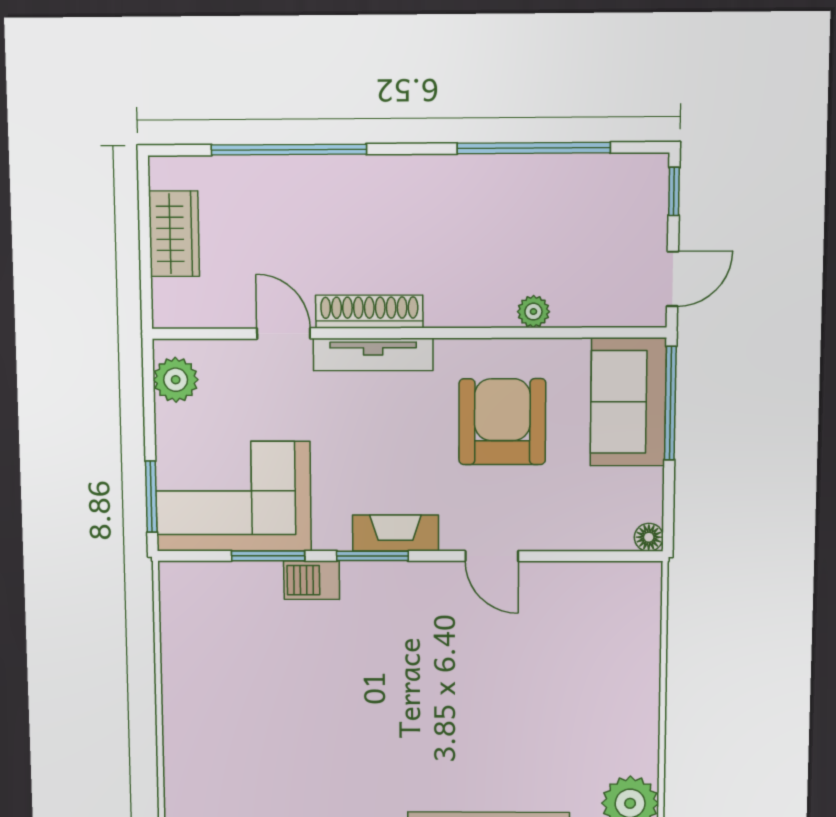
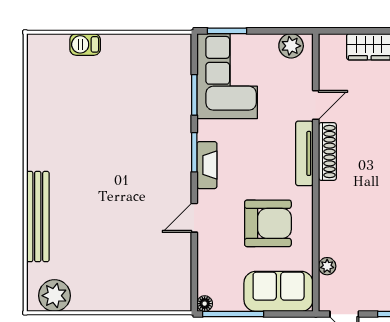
plant: (533, 312) -> (327, 266), moved
window: (670, 403) -> (233, 314), moved
barbecue: (312, 580) -> (85, 44), moved, turned -90

